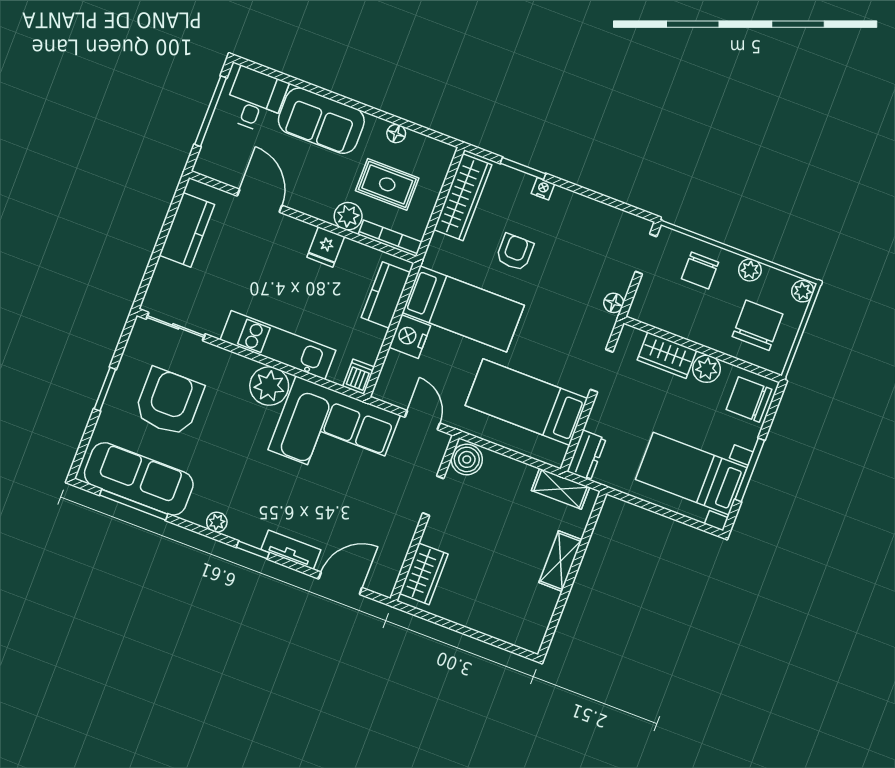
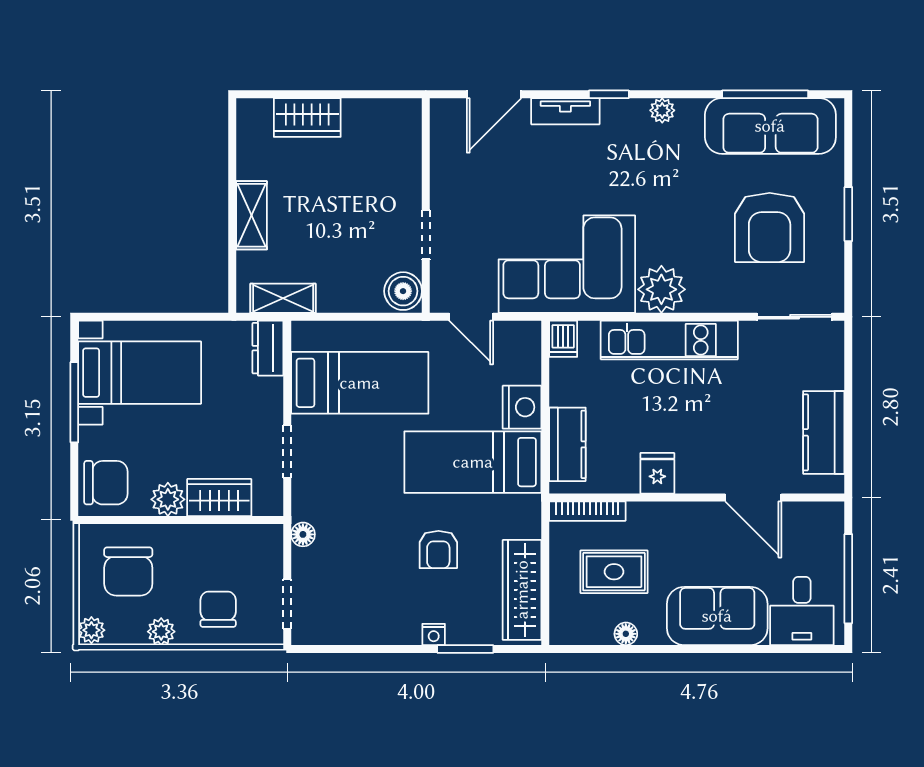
plant: (348, 216) -> (645, 518), removed
wardrobe: (424, 574) -> (307, 118), moved, turned -90

